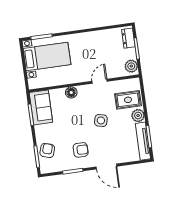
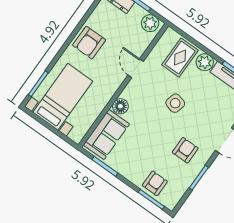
armchair: (90, 43) -> (89, 43), added
sofa: (41, 107) -> (106, 135), moved, turned 90
armchair: (47, 150) -> (155, 183), turned 72

